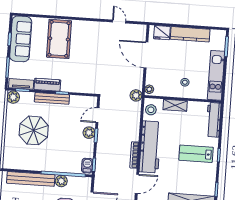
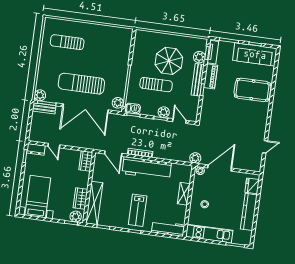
door: (146, 55) -> (220, 168), moved
plant: (13, 97) -> (199, 57), moved
stool: (151, 110) -> (181, 171), removed
sun lounger: (60, 143) -> (156, 85), added
lab bench: (196, 154) -> (138, 210), turned 180
bench: (31, 179) -> (124, 55), removed
plant: (61, 181) -> (118, 103), moved

